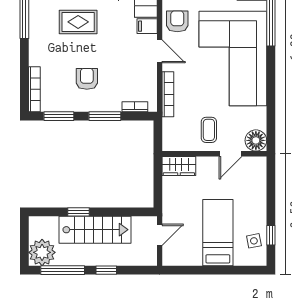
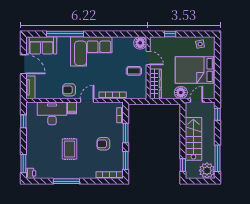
corner sofa: (233, 58) -> (91, 51), width x0.73, depth x0.74
wardrobe: (179, 166) -> (155, 84), width x1.50
floor lamp: (173, 209) -> (181, 93), added
window: (78, 212) -> (183, 165), moved
bed: (218, 233) -> (195, 70), width x1.50
door: (160, 235) -> (196, 100), hinge flipped
window: (271, 235) -> (170, 34), moved
window: (106, 270) -> (218, 114), moved

